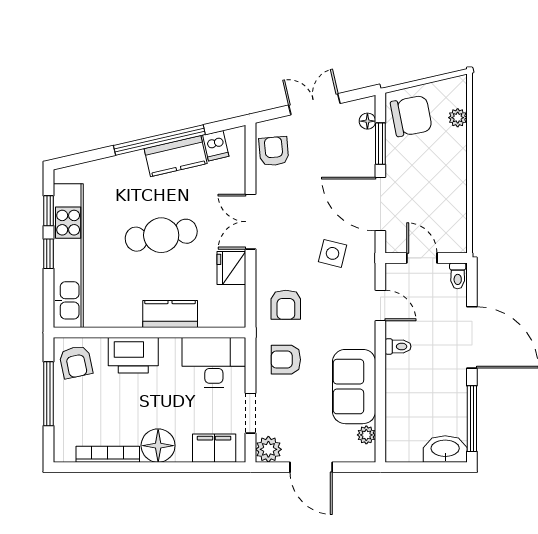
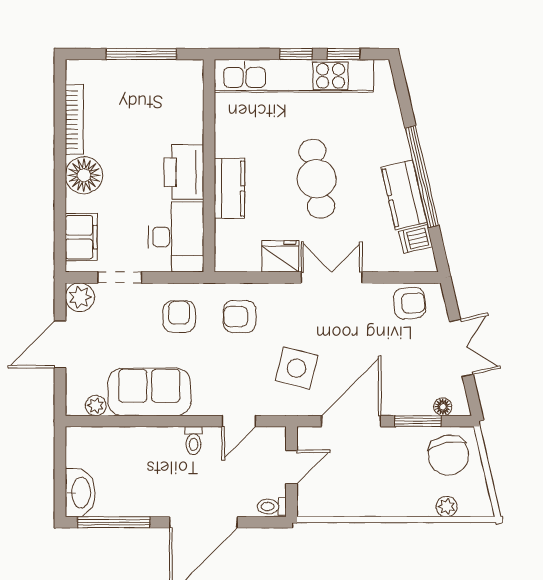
side table: (333, 253) -> (296, 368), width x1.37, depth x1.37
printer: (133, 355) -> (184, 172), moved
armchair: (76, 362) -> (176, 84), removed

